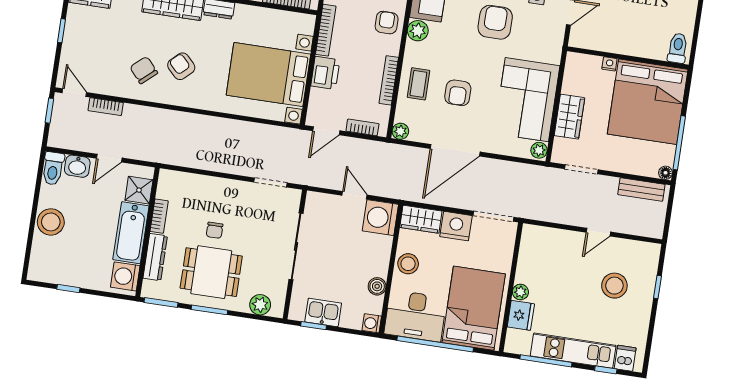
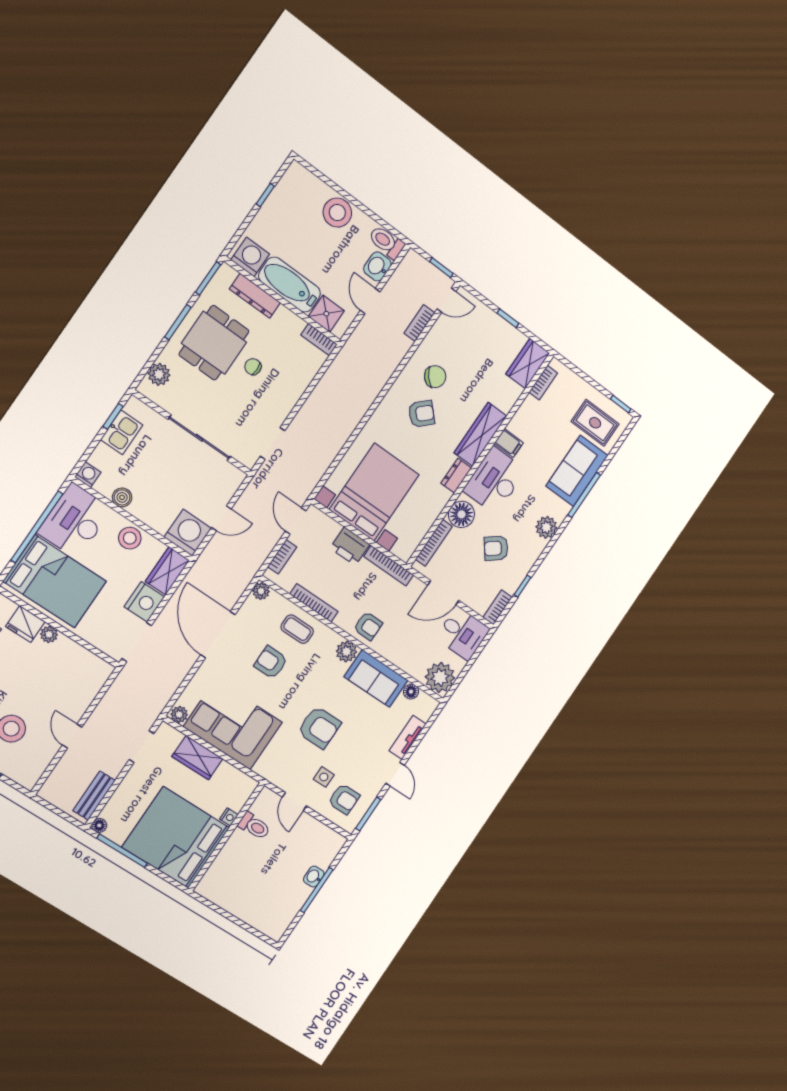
toilet: (678, 48) -> (254, 826), moved
bookcase: (159, 216) -> (319, 340), moved

